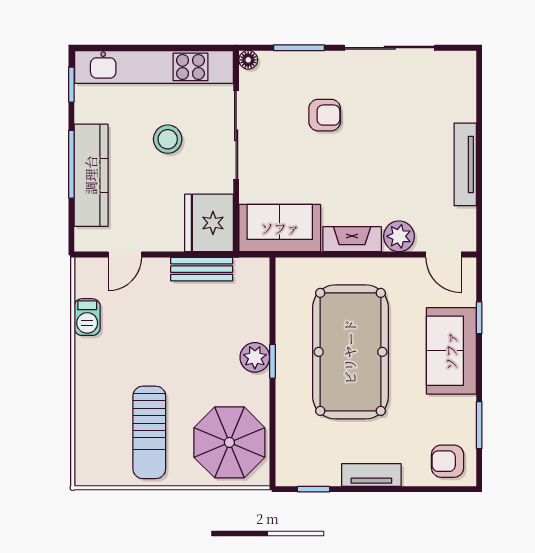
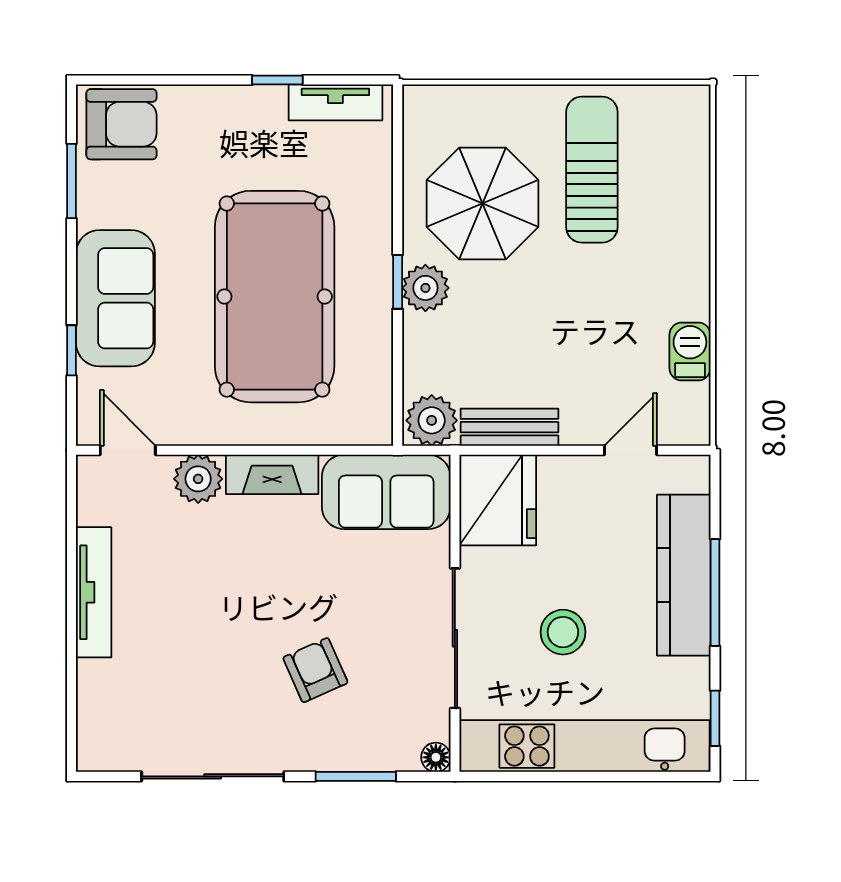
armchair: (325, 115) -> (315, 670), turned 66
plant: (251, 273) -> (432, 420), added
parasol: (229, 442) -> (482, 203), moved
armchair: (448, 461) -> (121, 124), width x1.38, depth x1.38
tv unit: (371, 475) -> (335, 102), moved
window: (313, 489) -> (277, 80), moved

